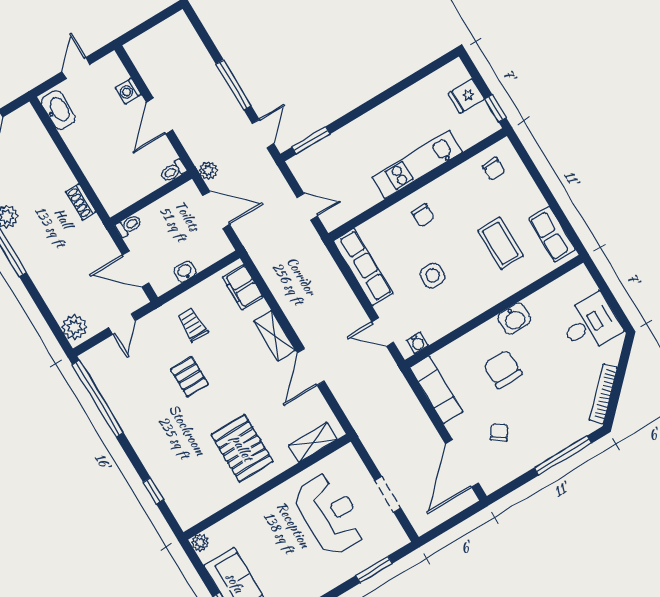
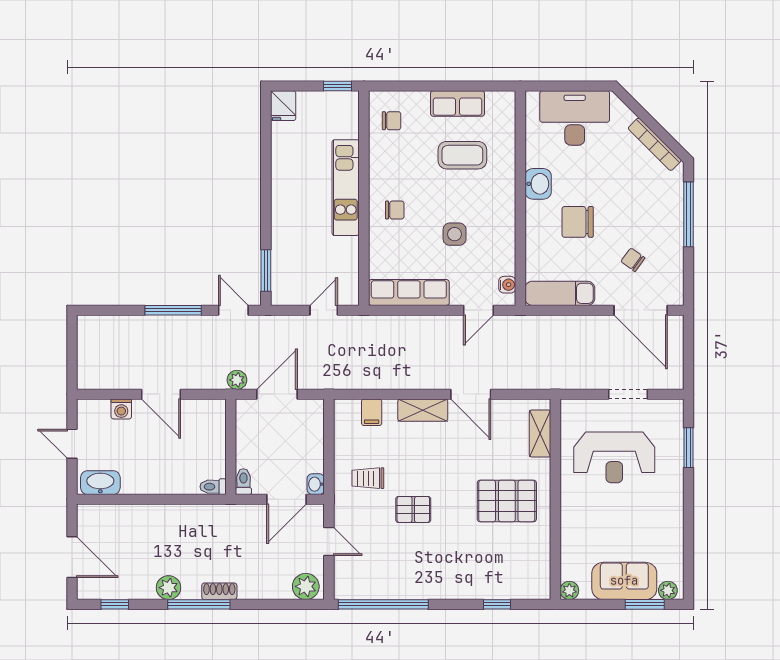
fridge: (466, 96) -> (283, 106), moved
toilet: (173, 171) -> (213, 487), moved, turned 90
shoe rack: (81, 202) -> (219, 591), moved, turned 180
row of seats: (552, 234) -> (458, 104), moved
washbasin: (185, 272) -> (316, 484), moved
filing cabinet: (243, 287) -> (372, 412), width x0.50
desk: (590, 324) -> (575, 118), width x1.37
reception desk: (330, 514) -> (614, 457), turned 180

